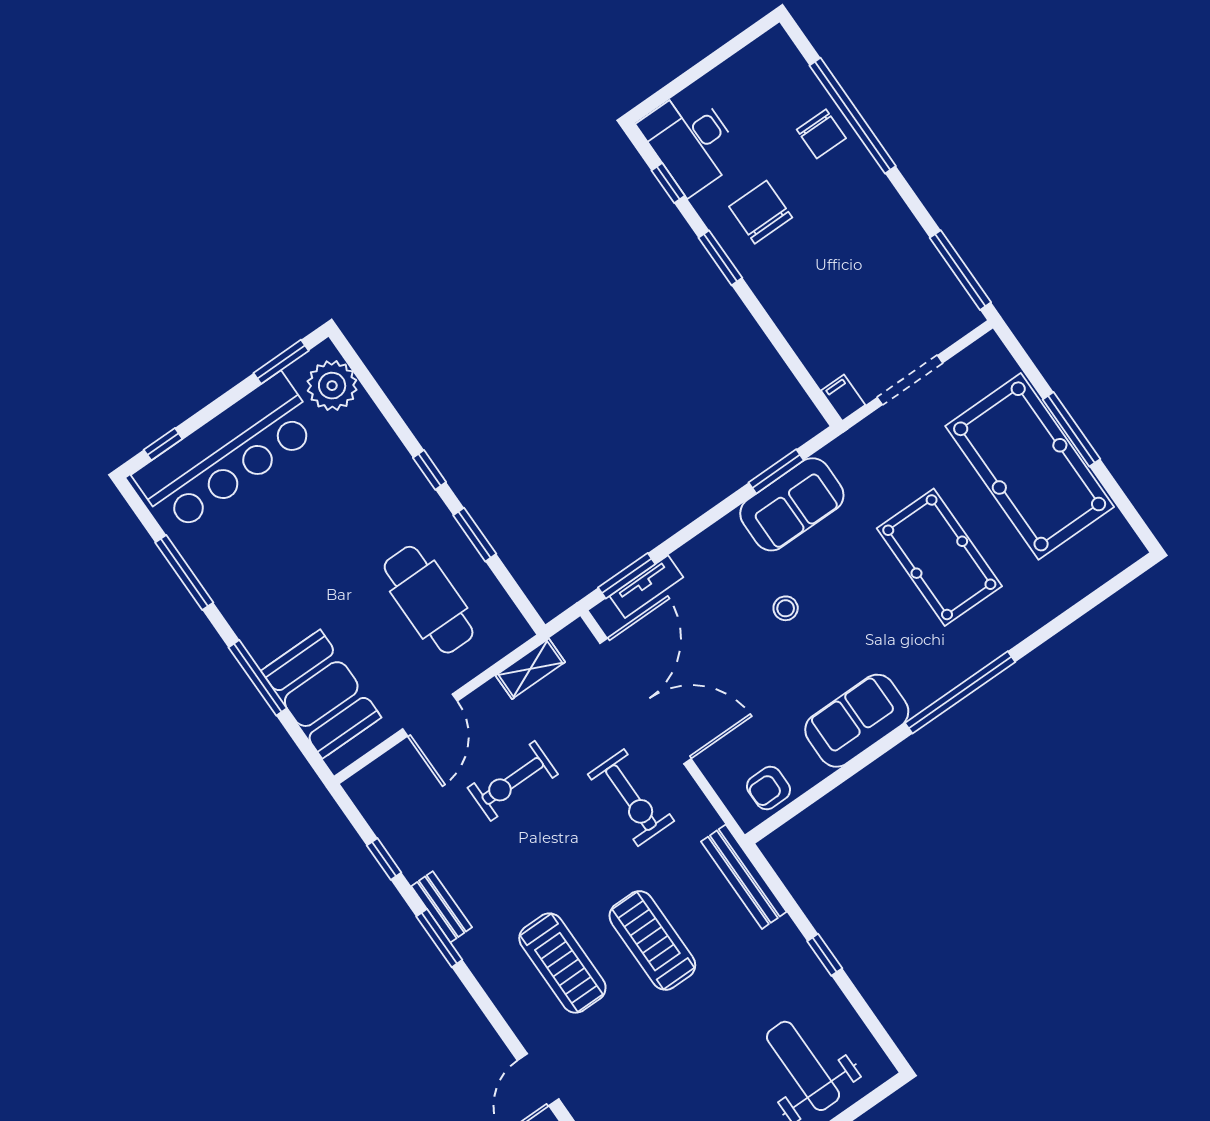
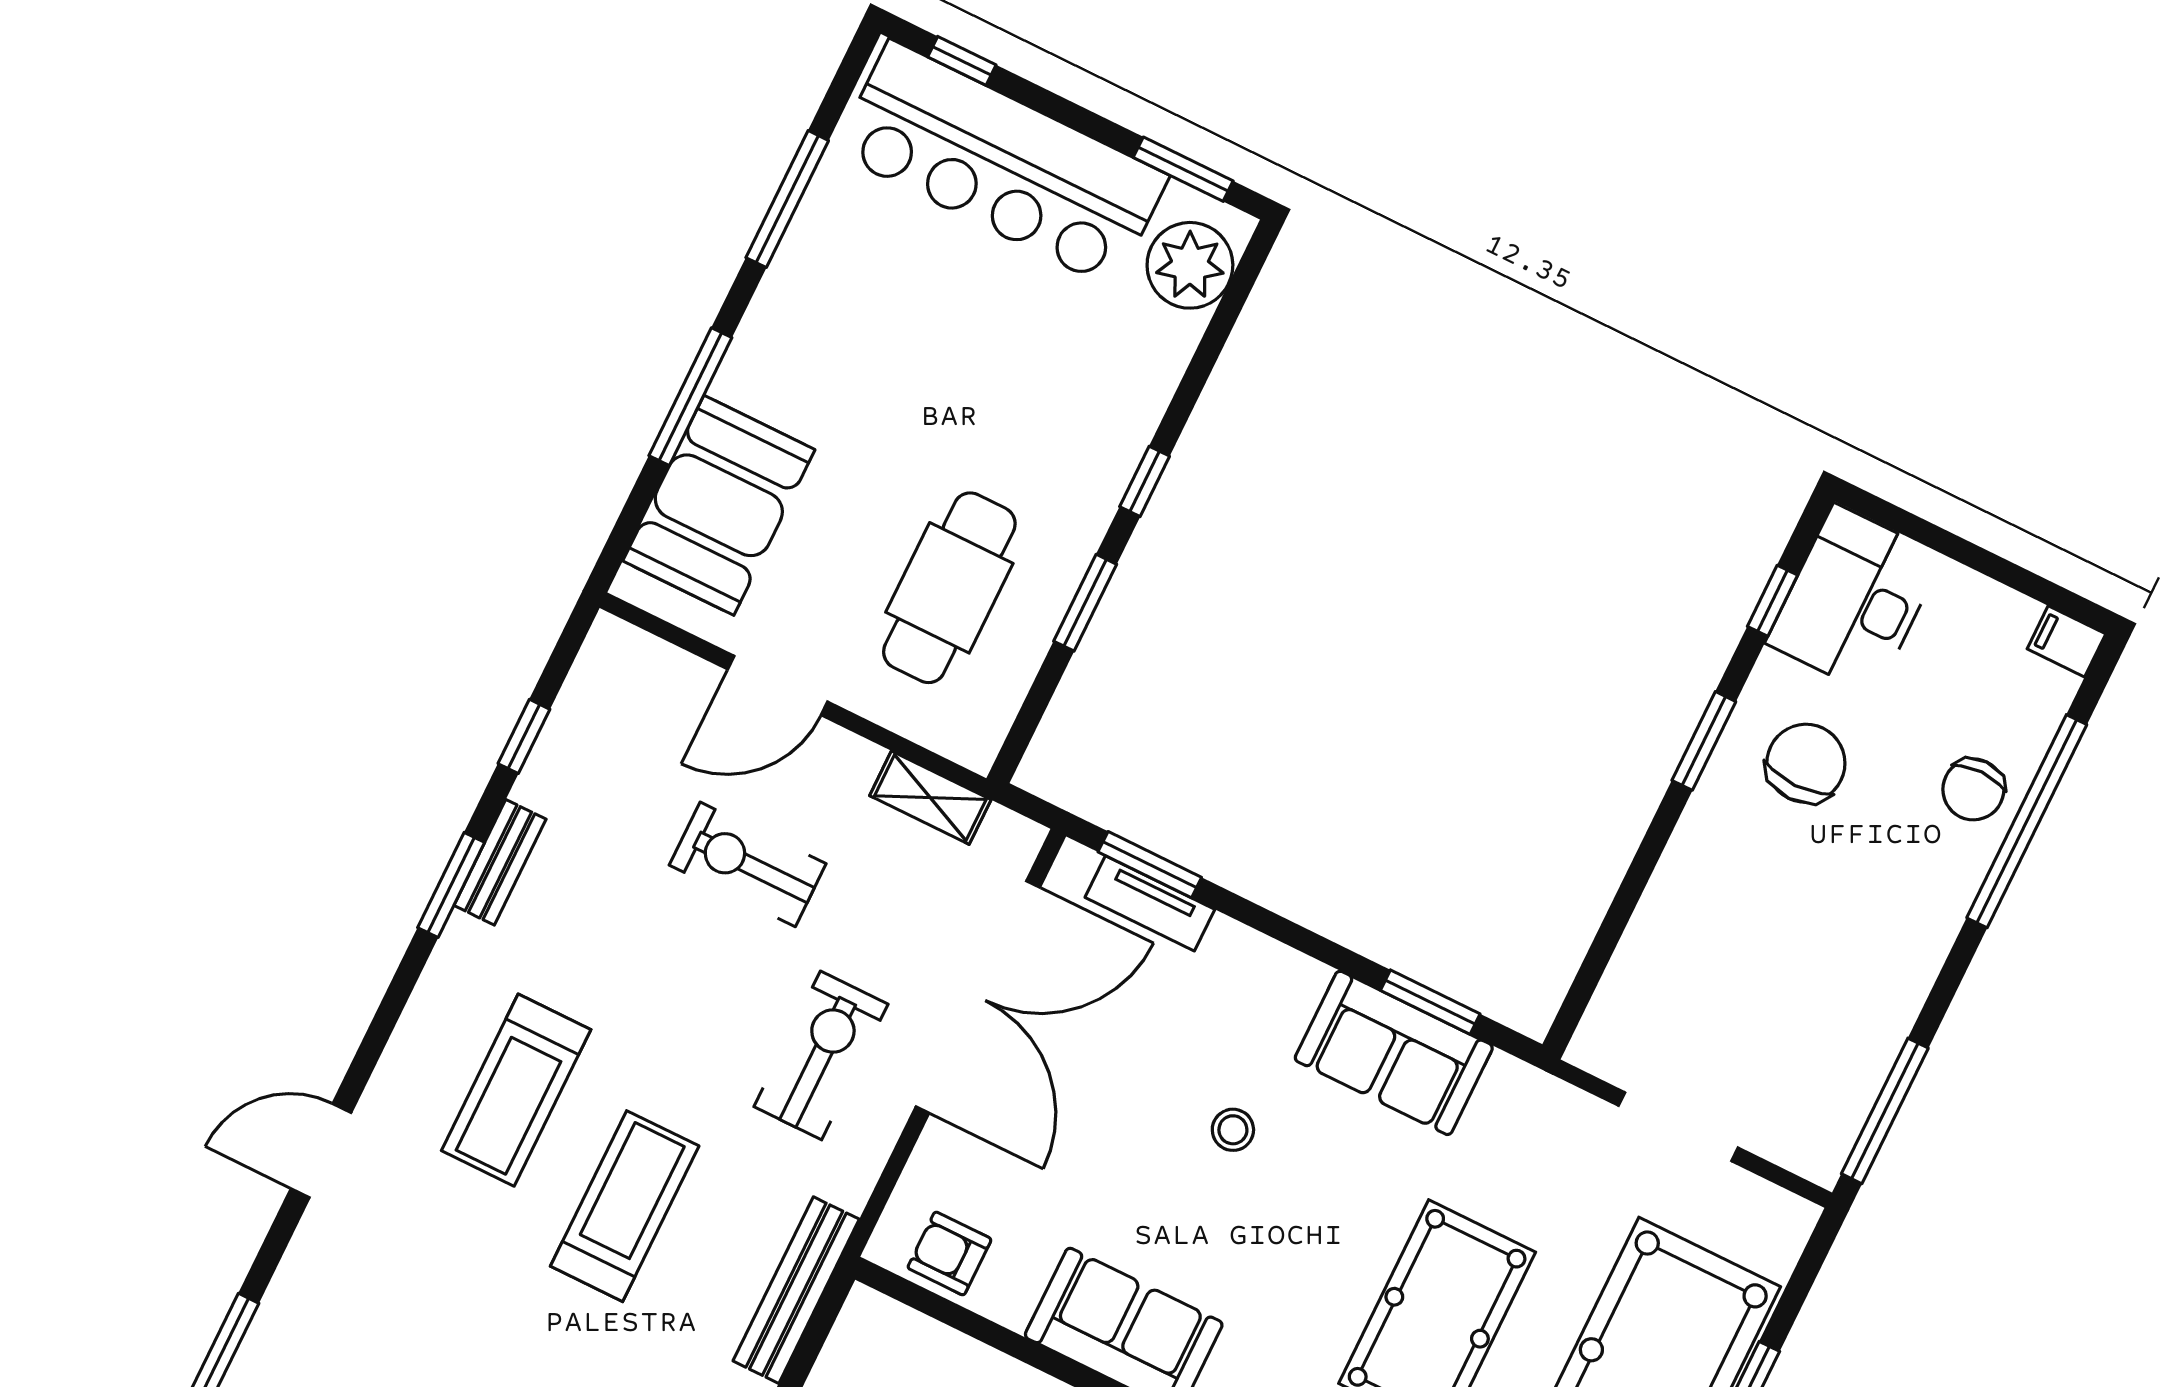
filing cabinet: (843, 398) -> (2066, 641), moved, turned -90
exercise bike: (631, 798) -> (821, 1055), turned 180

